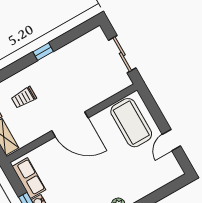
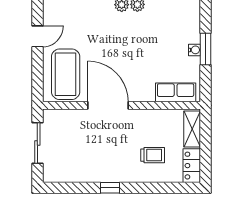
door: (70, 124) -> (108, 105), moved
row of seats: (29, 178) -> (176, 92), moved, turned 90

